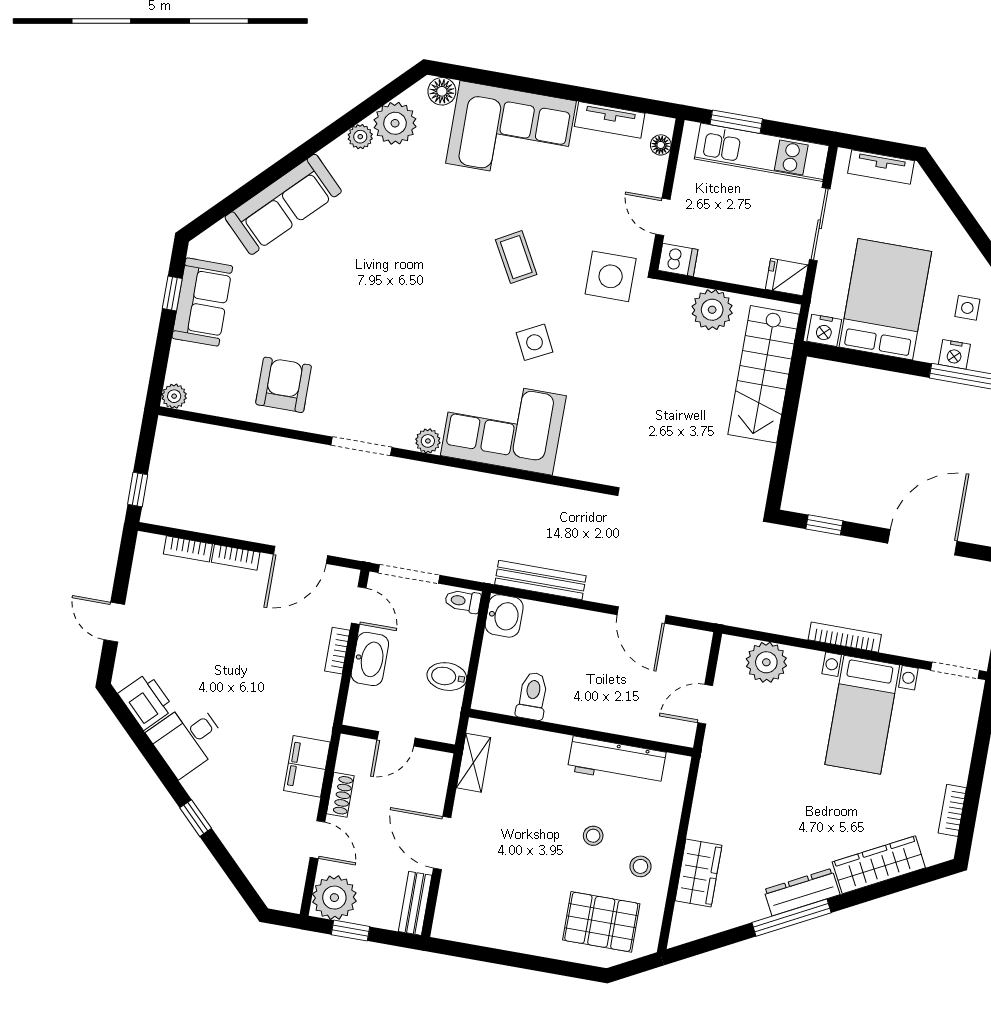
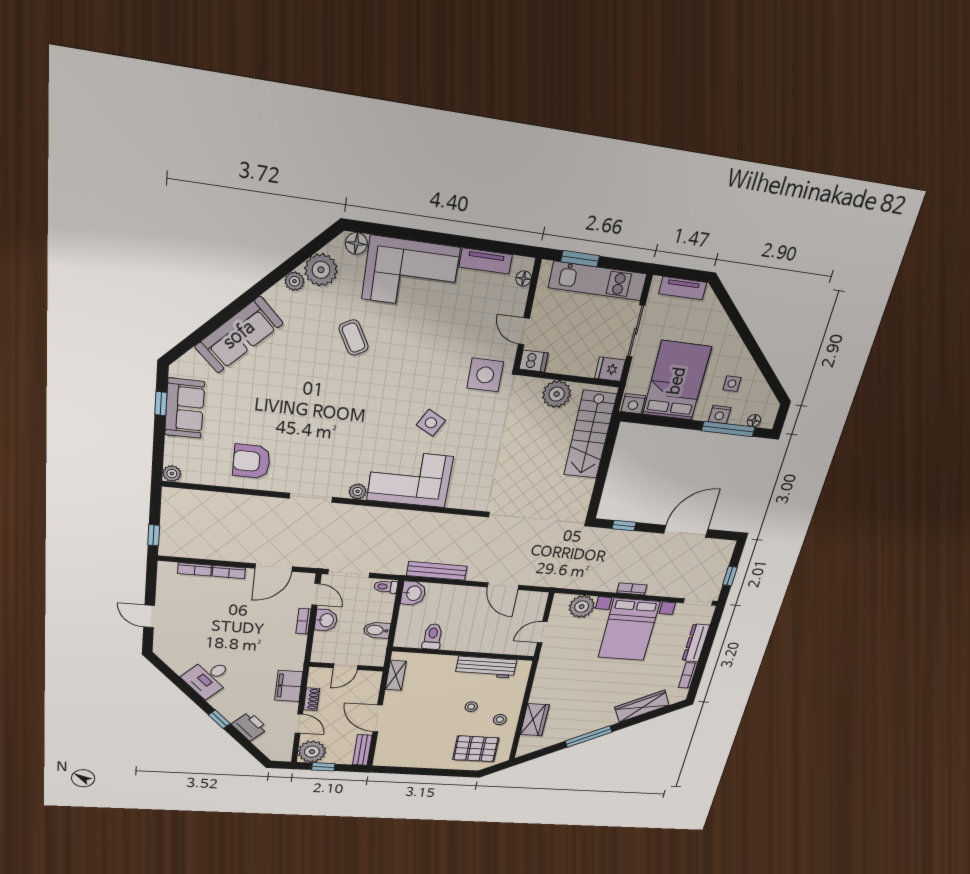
coffee table: (516, 257) -> (354, 338), moved
side table: (535, 342) -> (431, 423), turned -34
armchair: (284, 385) -> (251, 461), turned -90
bookcase: (845, 637) -> (632, 589), width x0.64
washbasin: (370, 659) -> (326, 620), width x0.72
printer: (146, 701) -> (250, 726), moved
bed with nightstands: (862, 715) -> (629, 630), width x1.36
dresser: (802, 892) -> (696, 643), moved, turned -63

